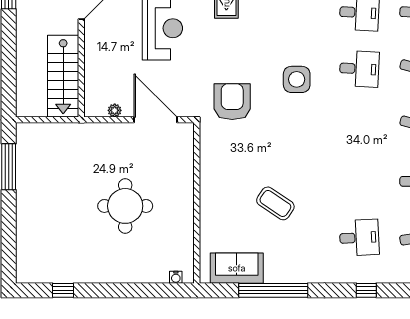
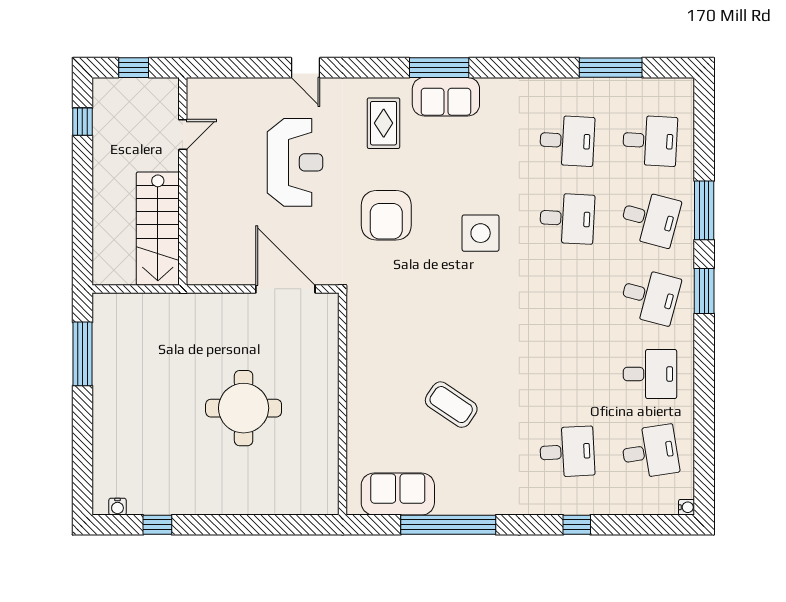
armchair: (232, 102) -> (386, 215), moved, turned 180
plant: (115, 110) -> (229, 276), removed
water cooler: (176, 277) -> (117, 507), moved

